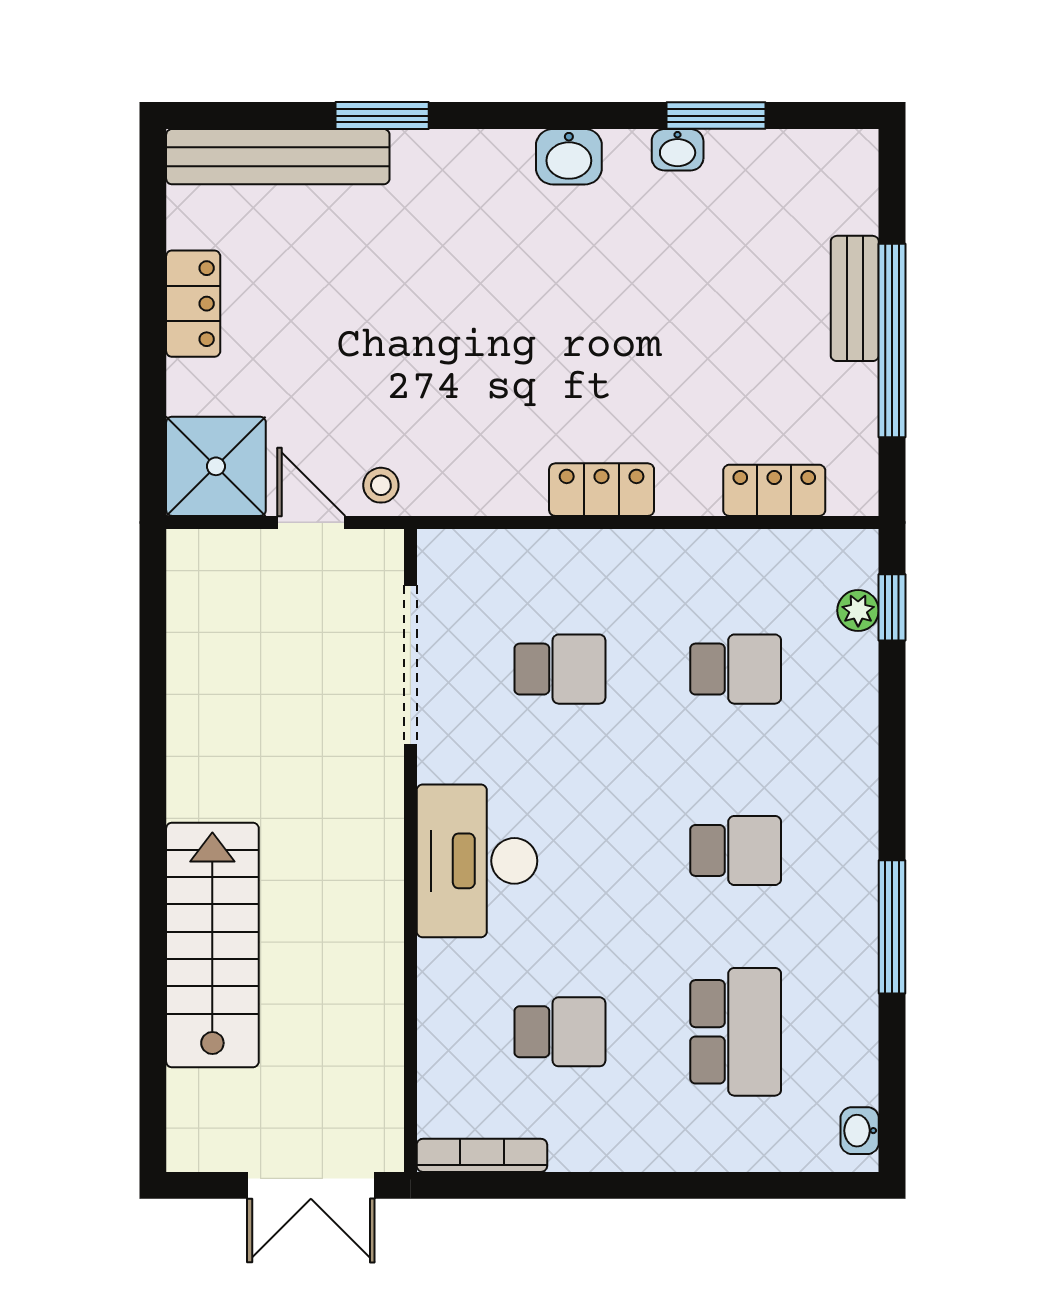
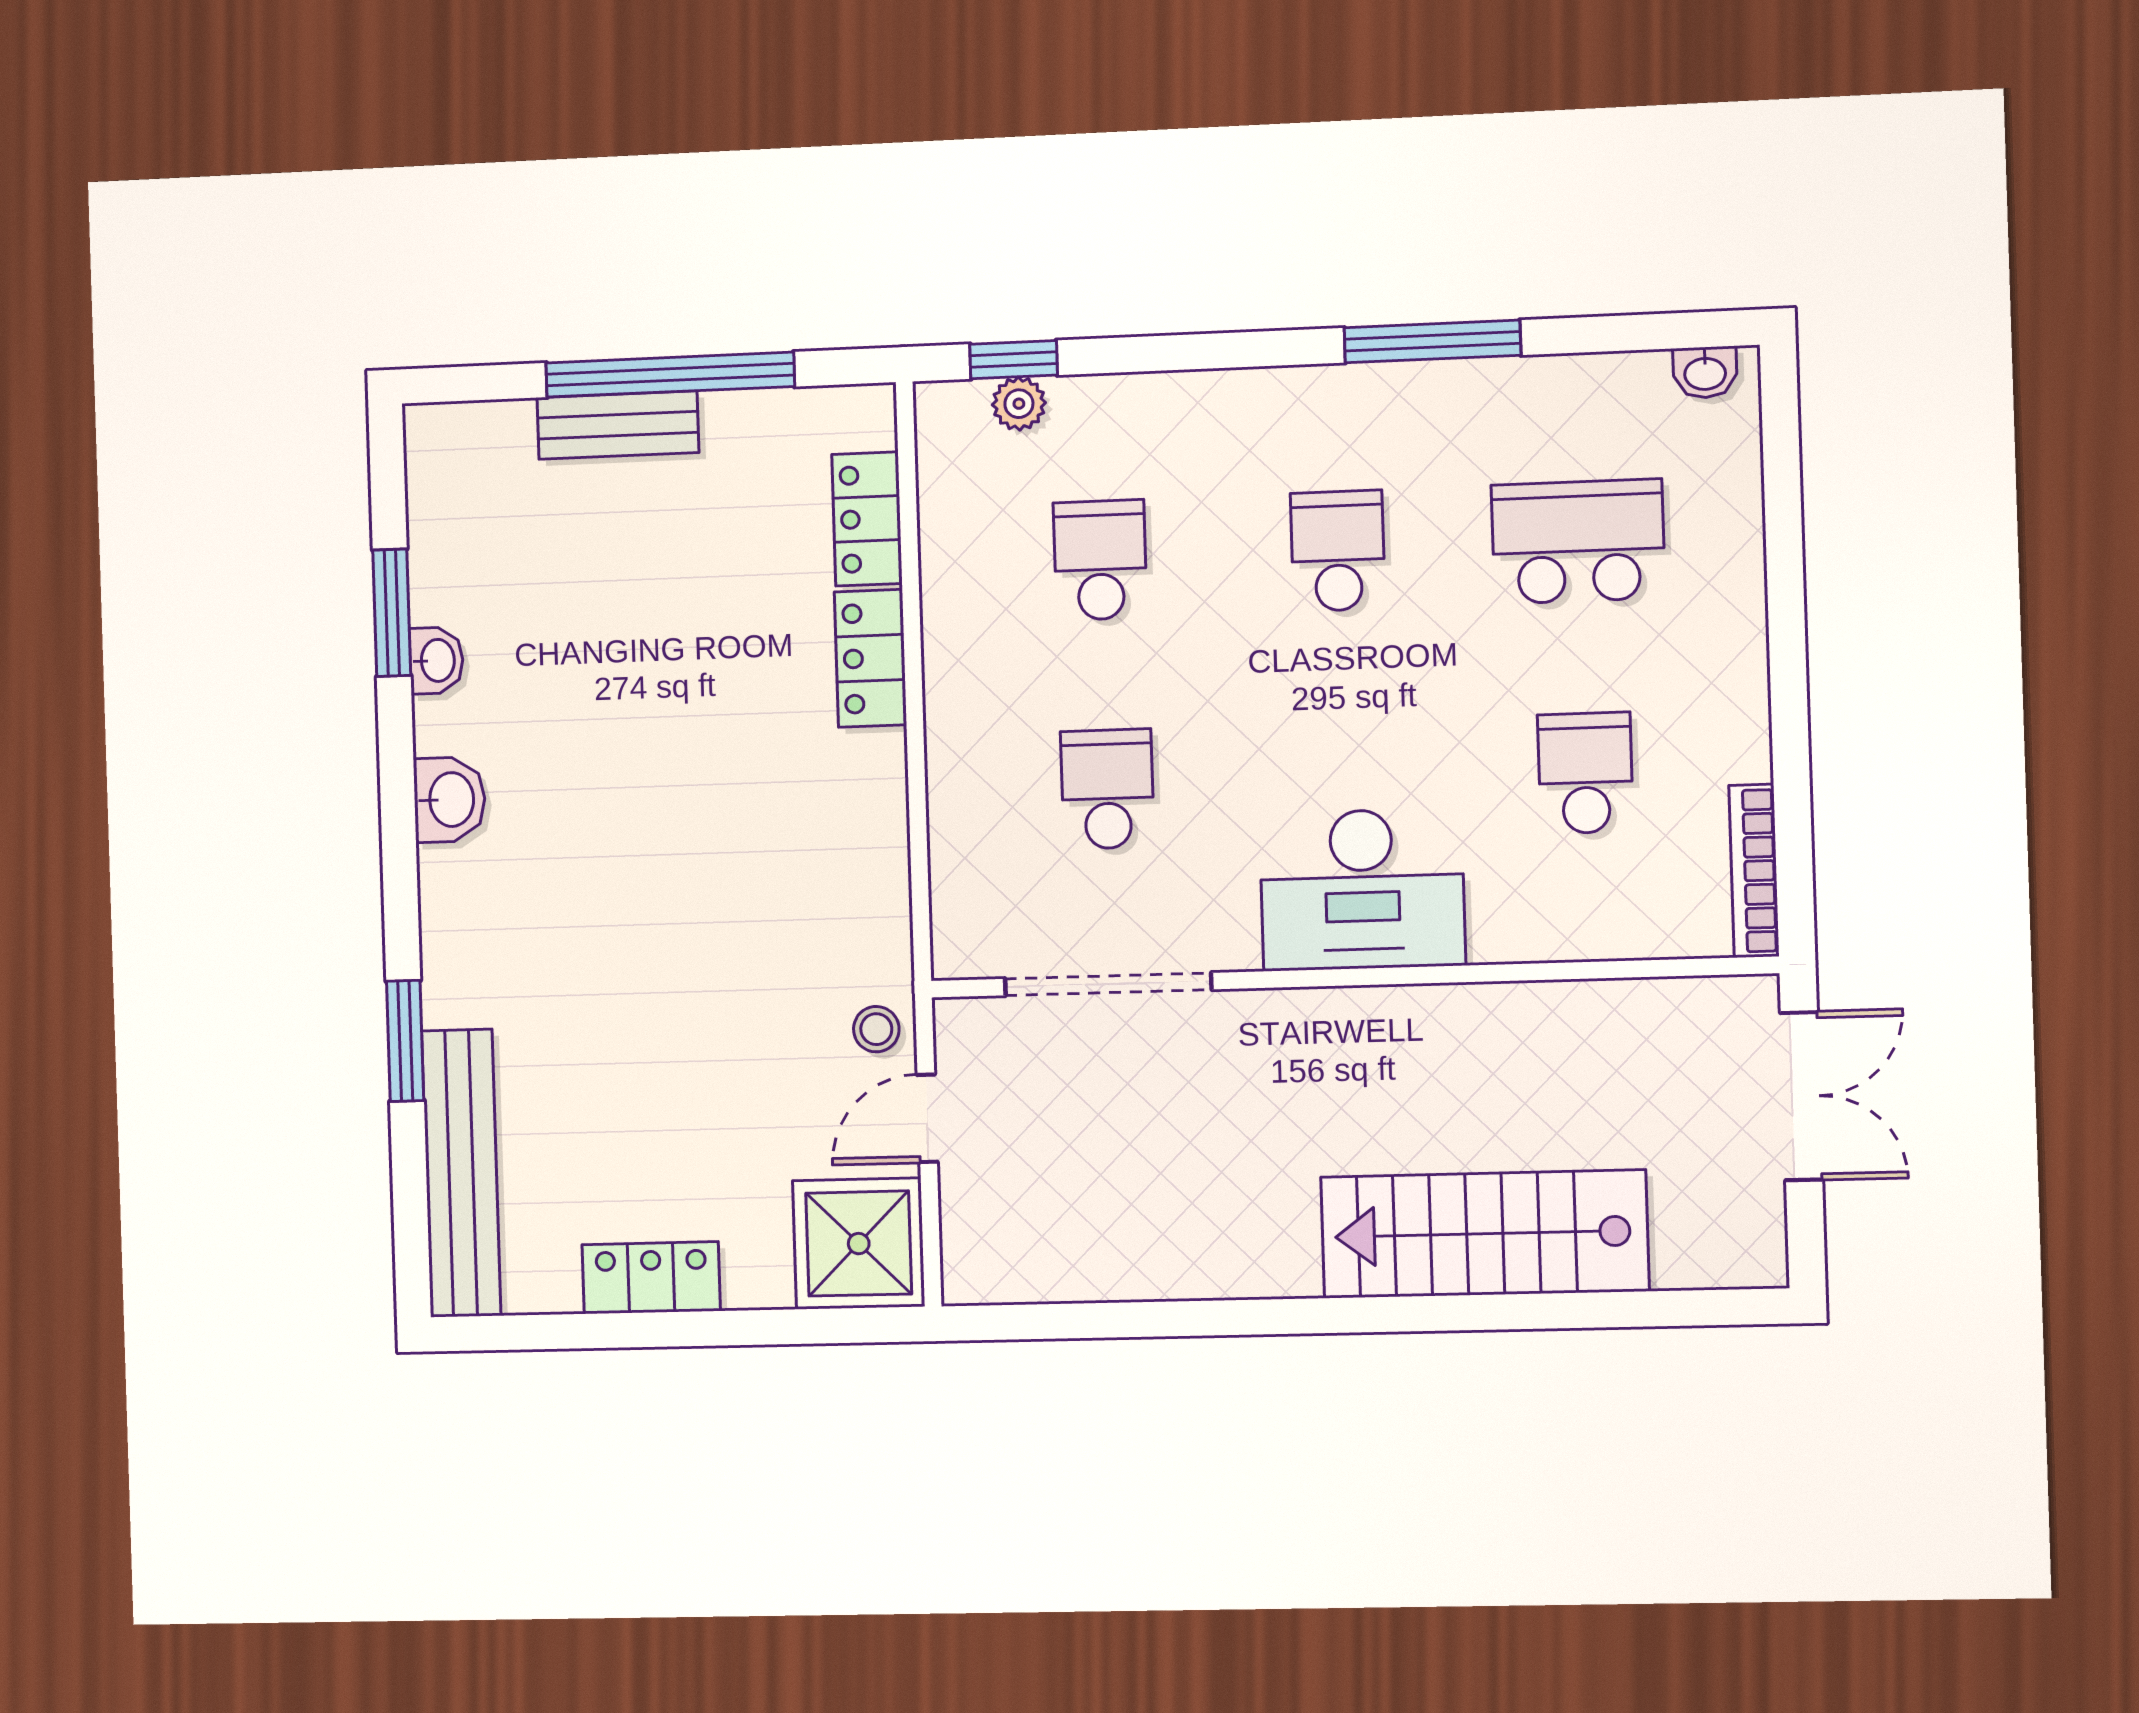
locker: (602, 490) -> (870, 658), moved

